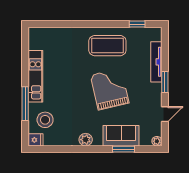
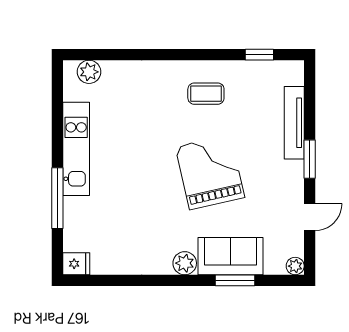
plant: (43, 34) -> (89, 72), added
coffee table: (107, 46) -> (206, 94), width x0.54, depth x0.58
stool: (45, 120) -> (93, 227), removed
plant: (86, 140) -> (185, 263), moved

